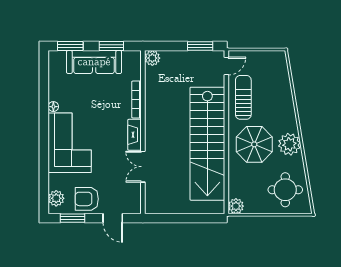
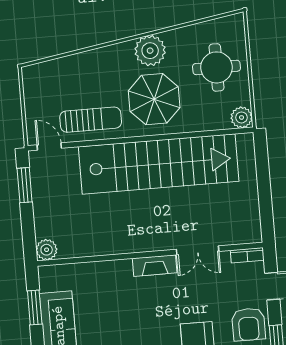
sun lounger: (243, 97) -> (91, 120), turned 180
bookcase: (136, 100) -> (247, 255), moved, width x0.64
round table: (285, 190) -> (216, 67), moved

